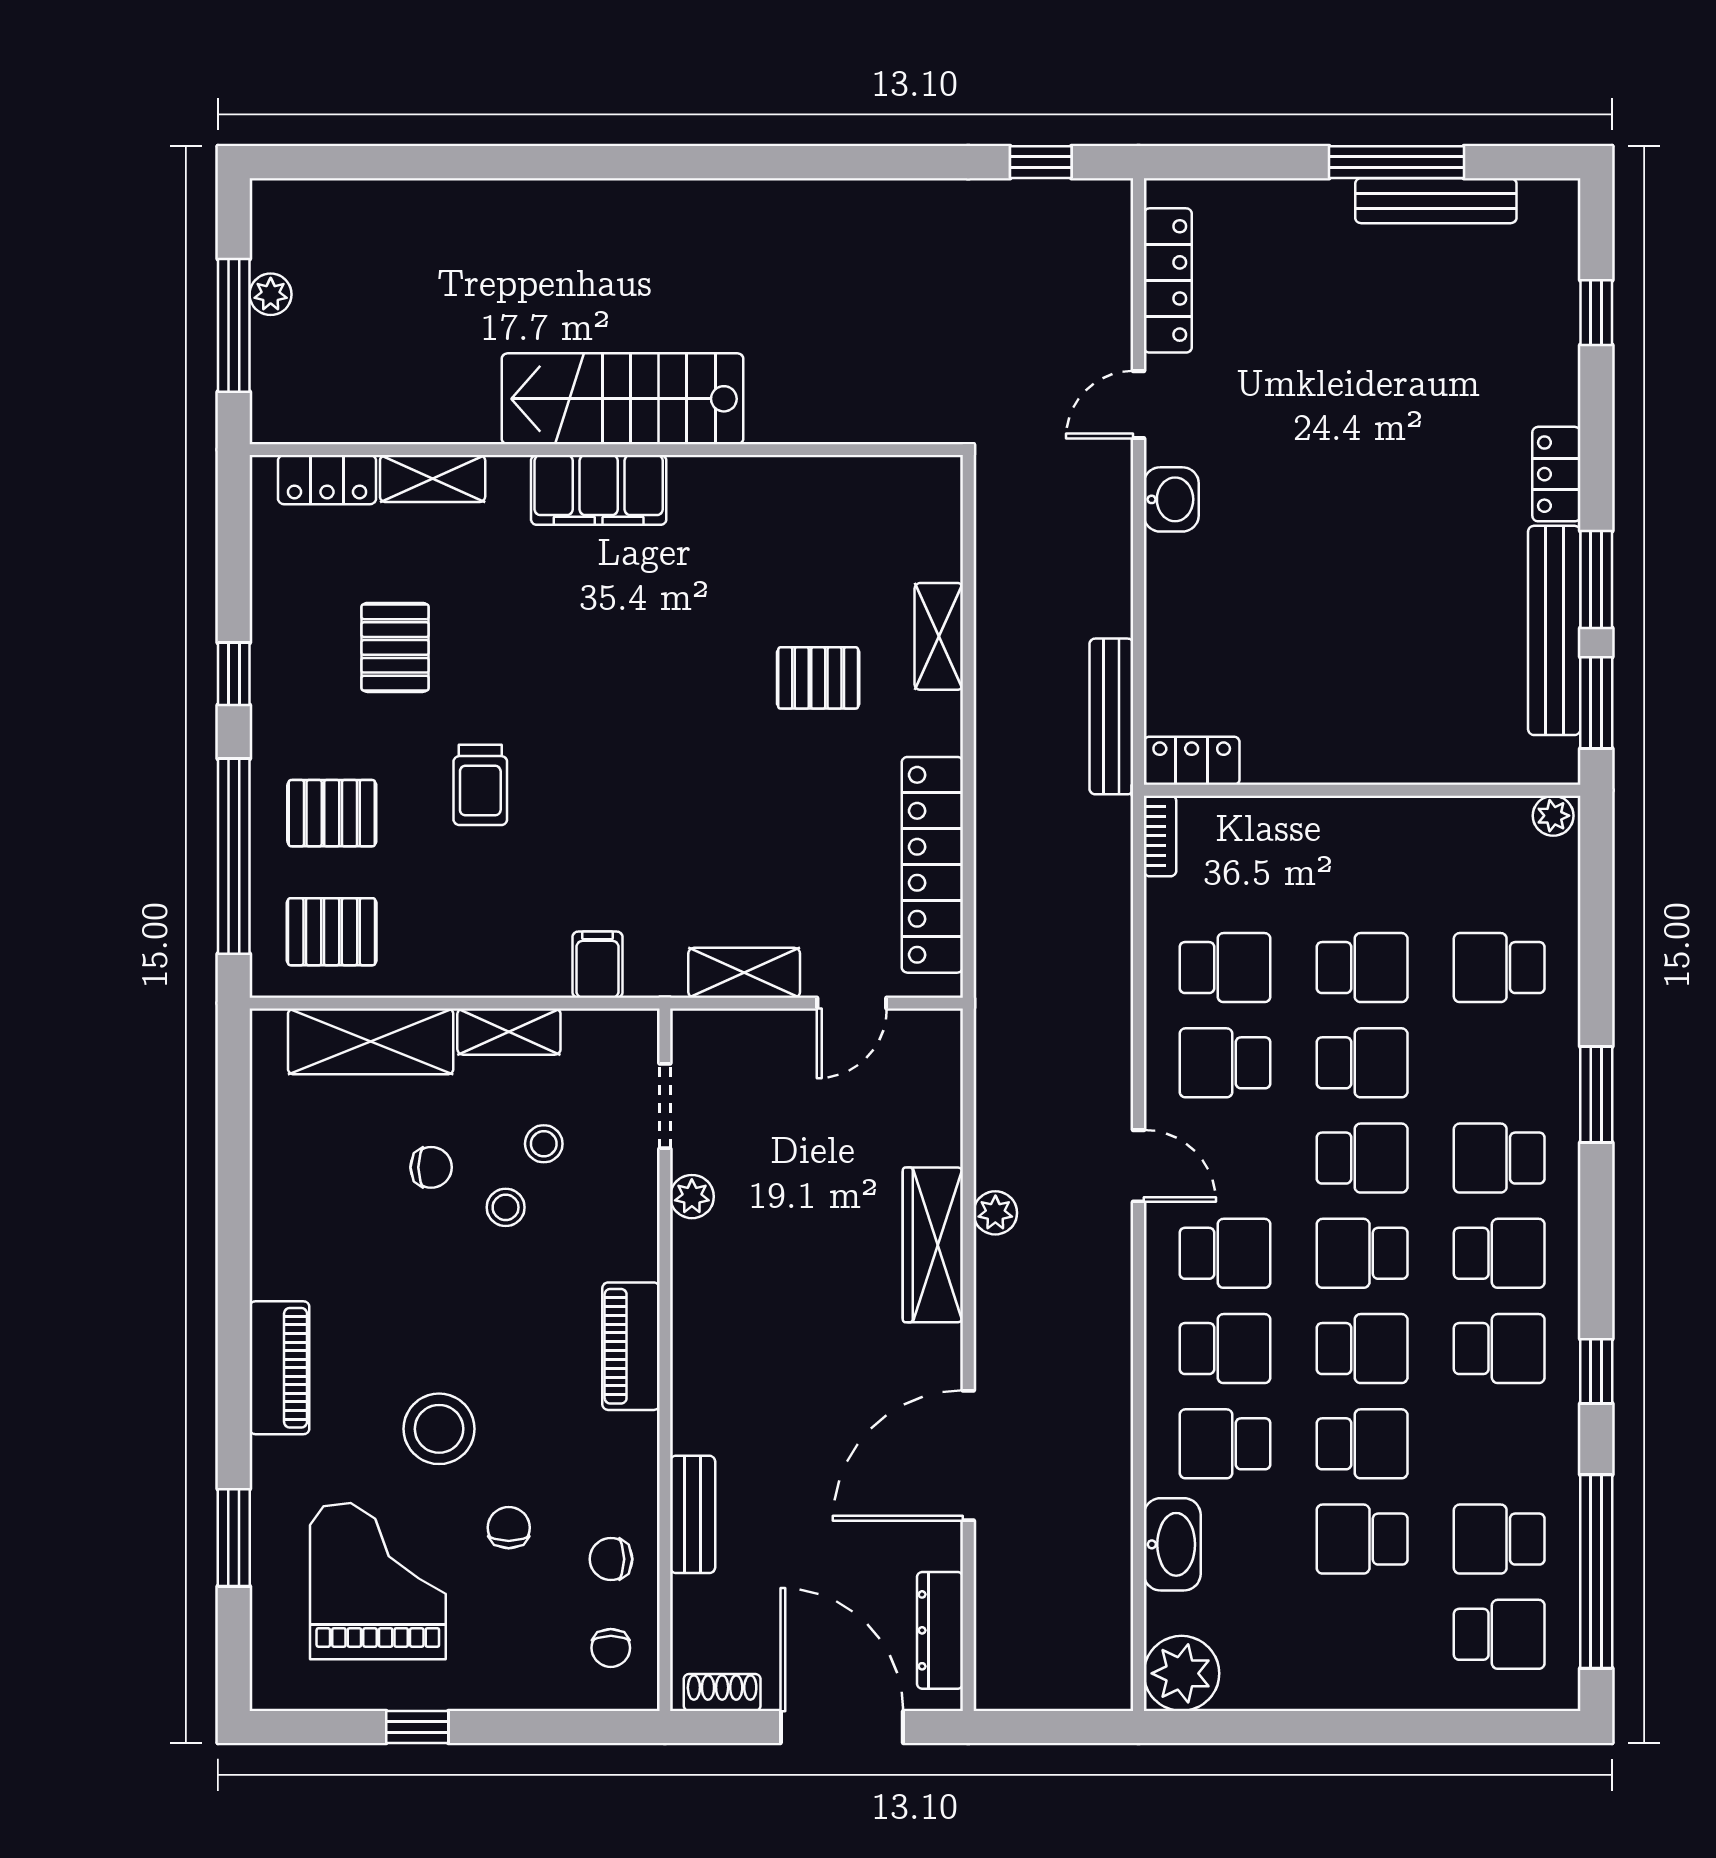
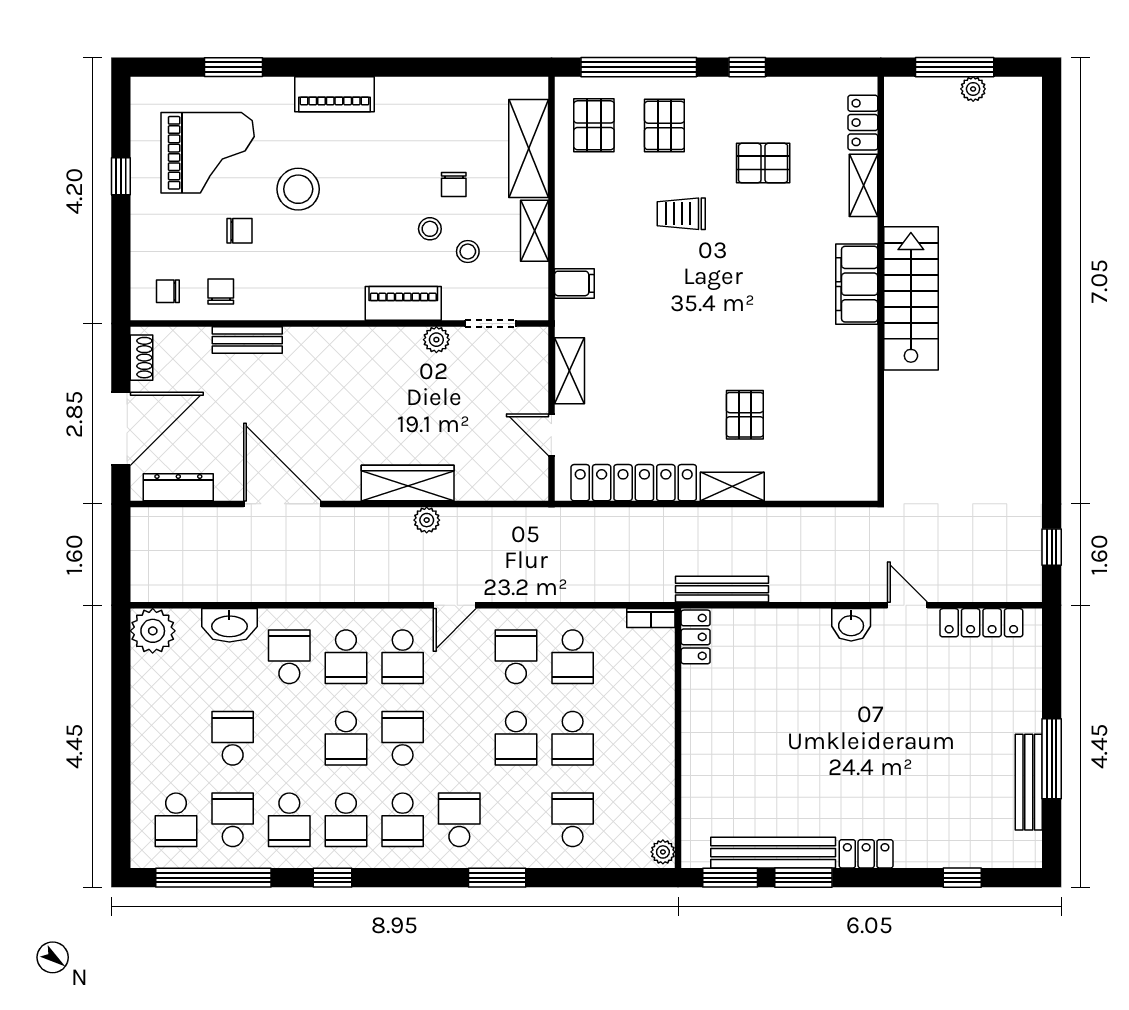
shelving: (939, 636) -> (732, 486), moved
school desk: (1362, 1158) -> (459, 738), removed
piano: (631, 1346) -> (403, 303), moved
school desk: (1362, 1444) -> (289, 820), moved

